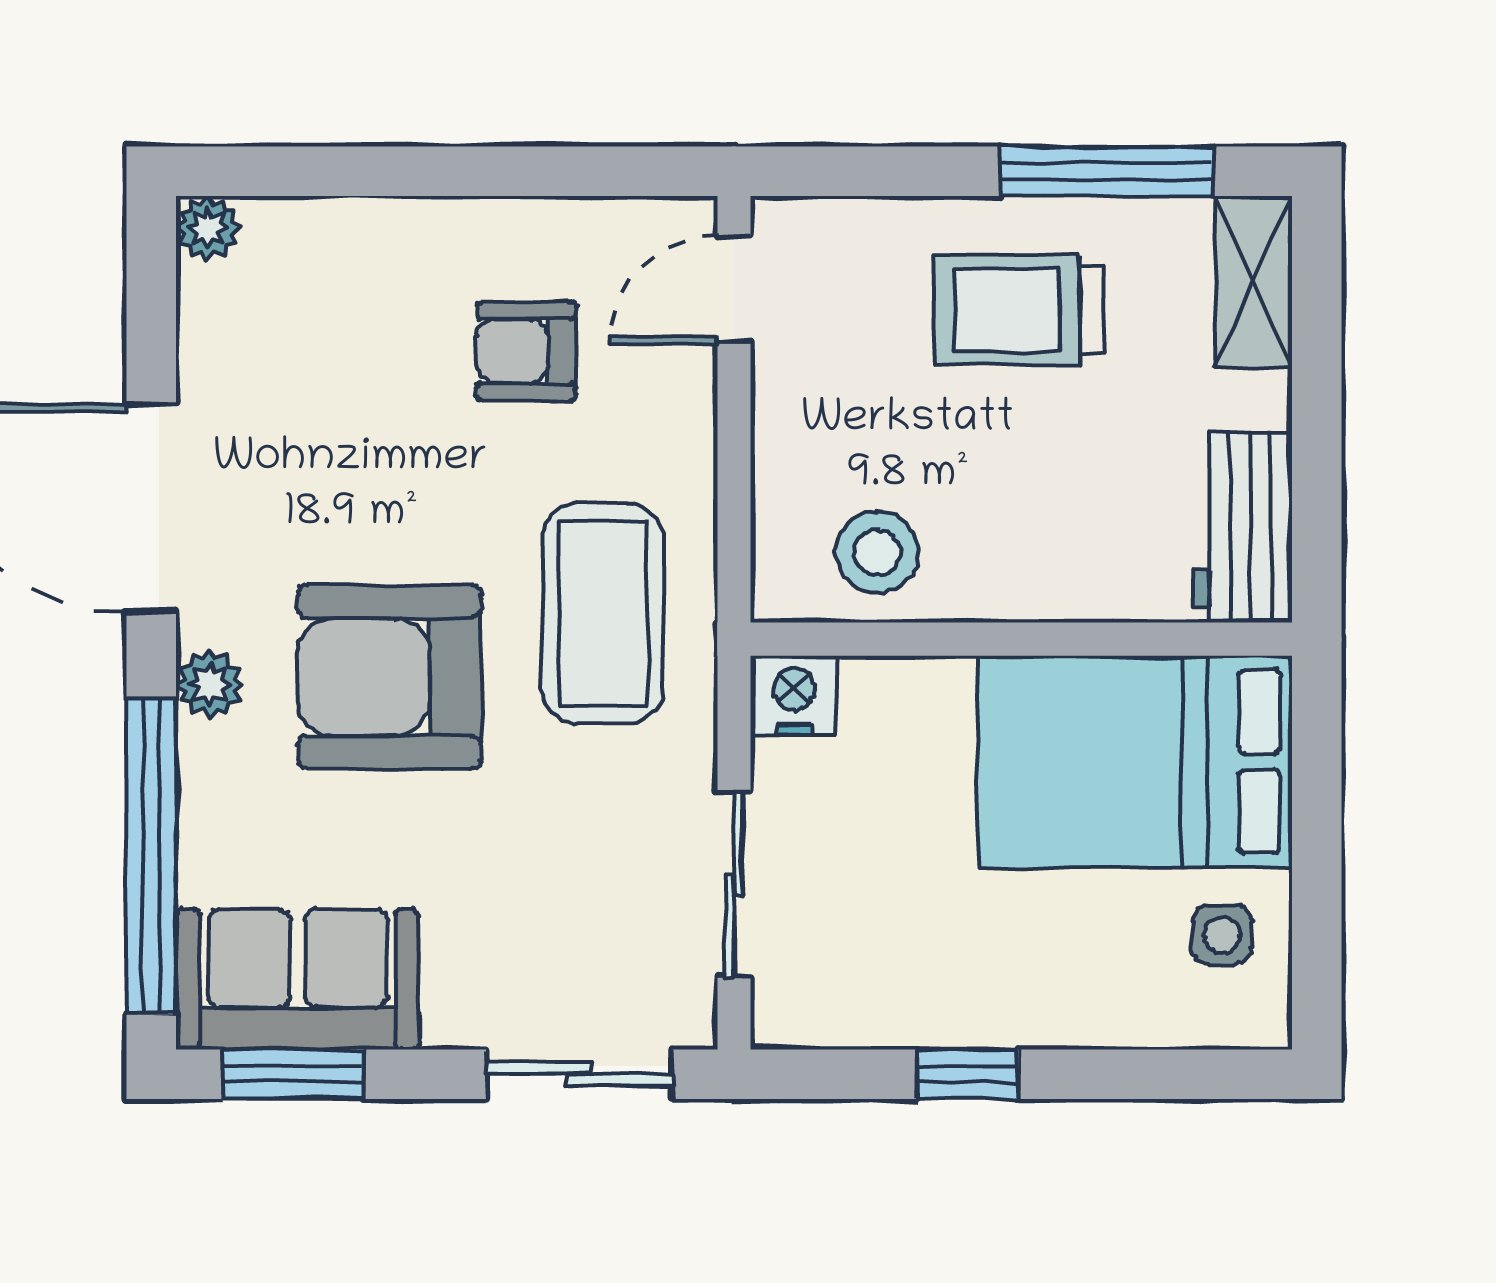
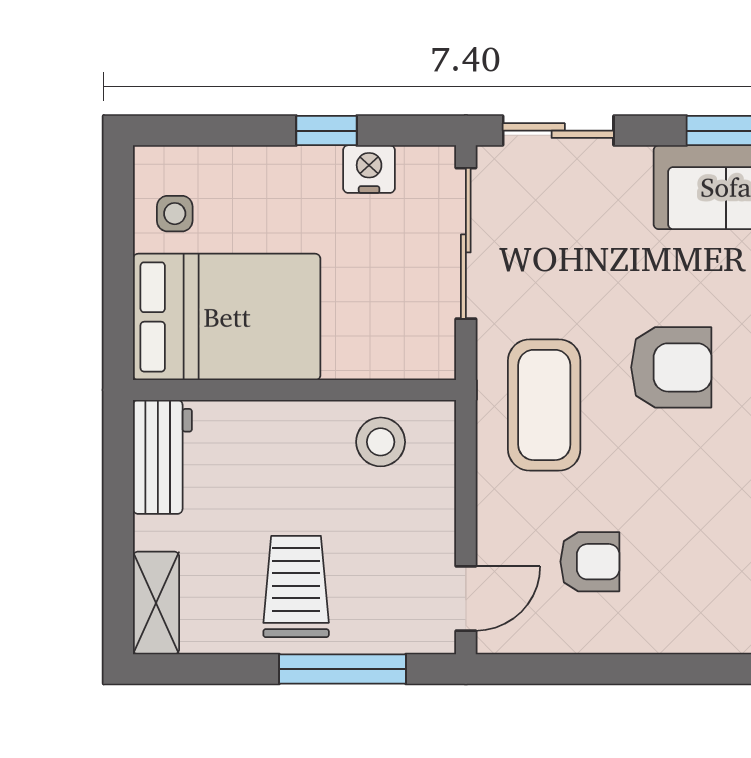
window: (1106, 171) -> (342, 669), moved
trolley: (1019, 310) -> (296, 587), turned -90
armchair: (390, 677) -> (671, 367), width x0.73, depth x0.73
nightstand: (794, 696) -> (369, 169), moved, turned 180
sliding door: (734, 885) -> (466, 243), width x1.37

